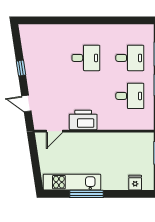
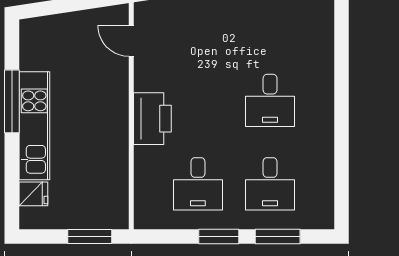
printer: (83, 120) -> (152, 119), moved
kitchen unit: (72, 182) -> (34, 126), moved

